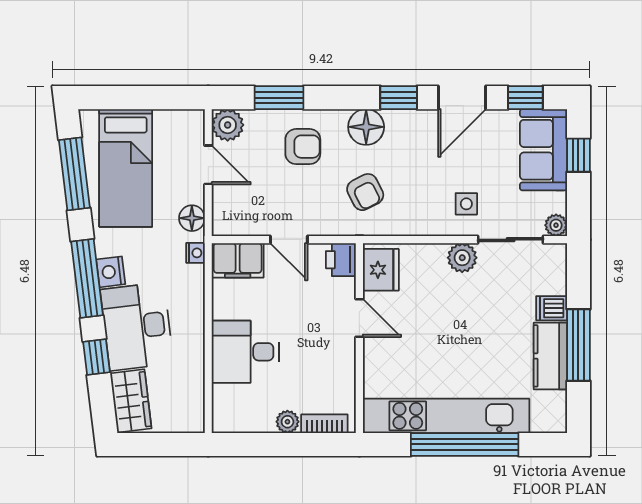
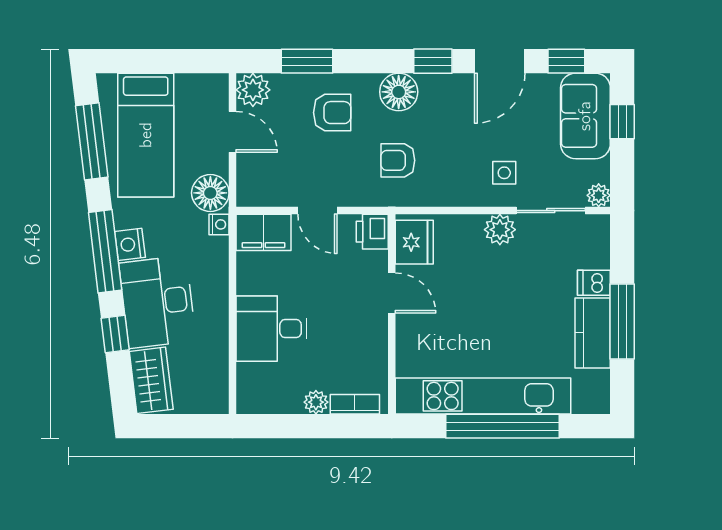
armchair: (365, 192) -> (398, 160), turned 117
floor lamp: (192, 218) -> (210, 193), width x1.38, depth x1.38

